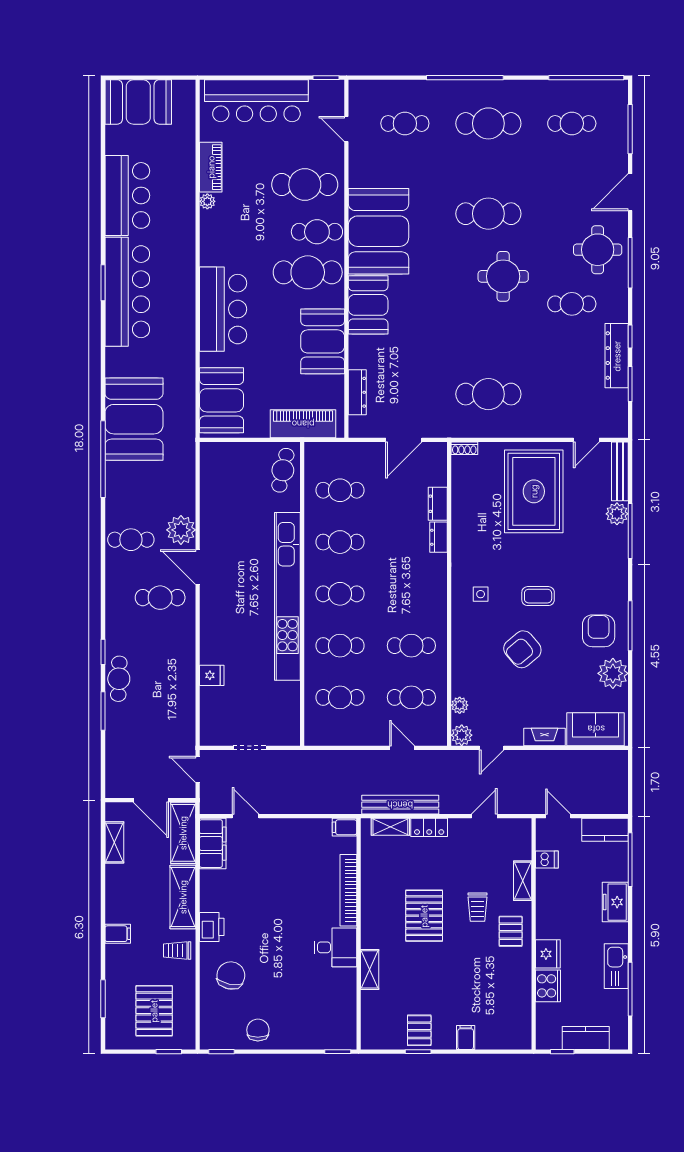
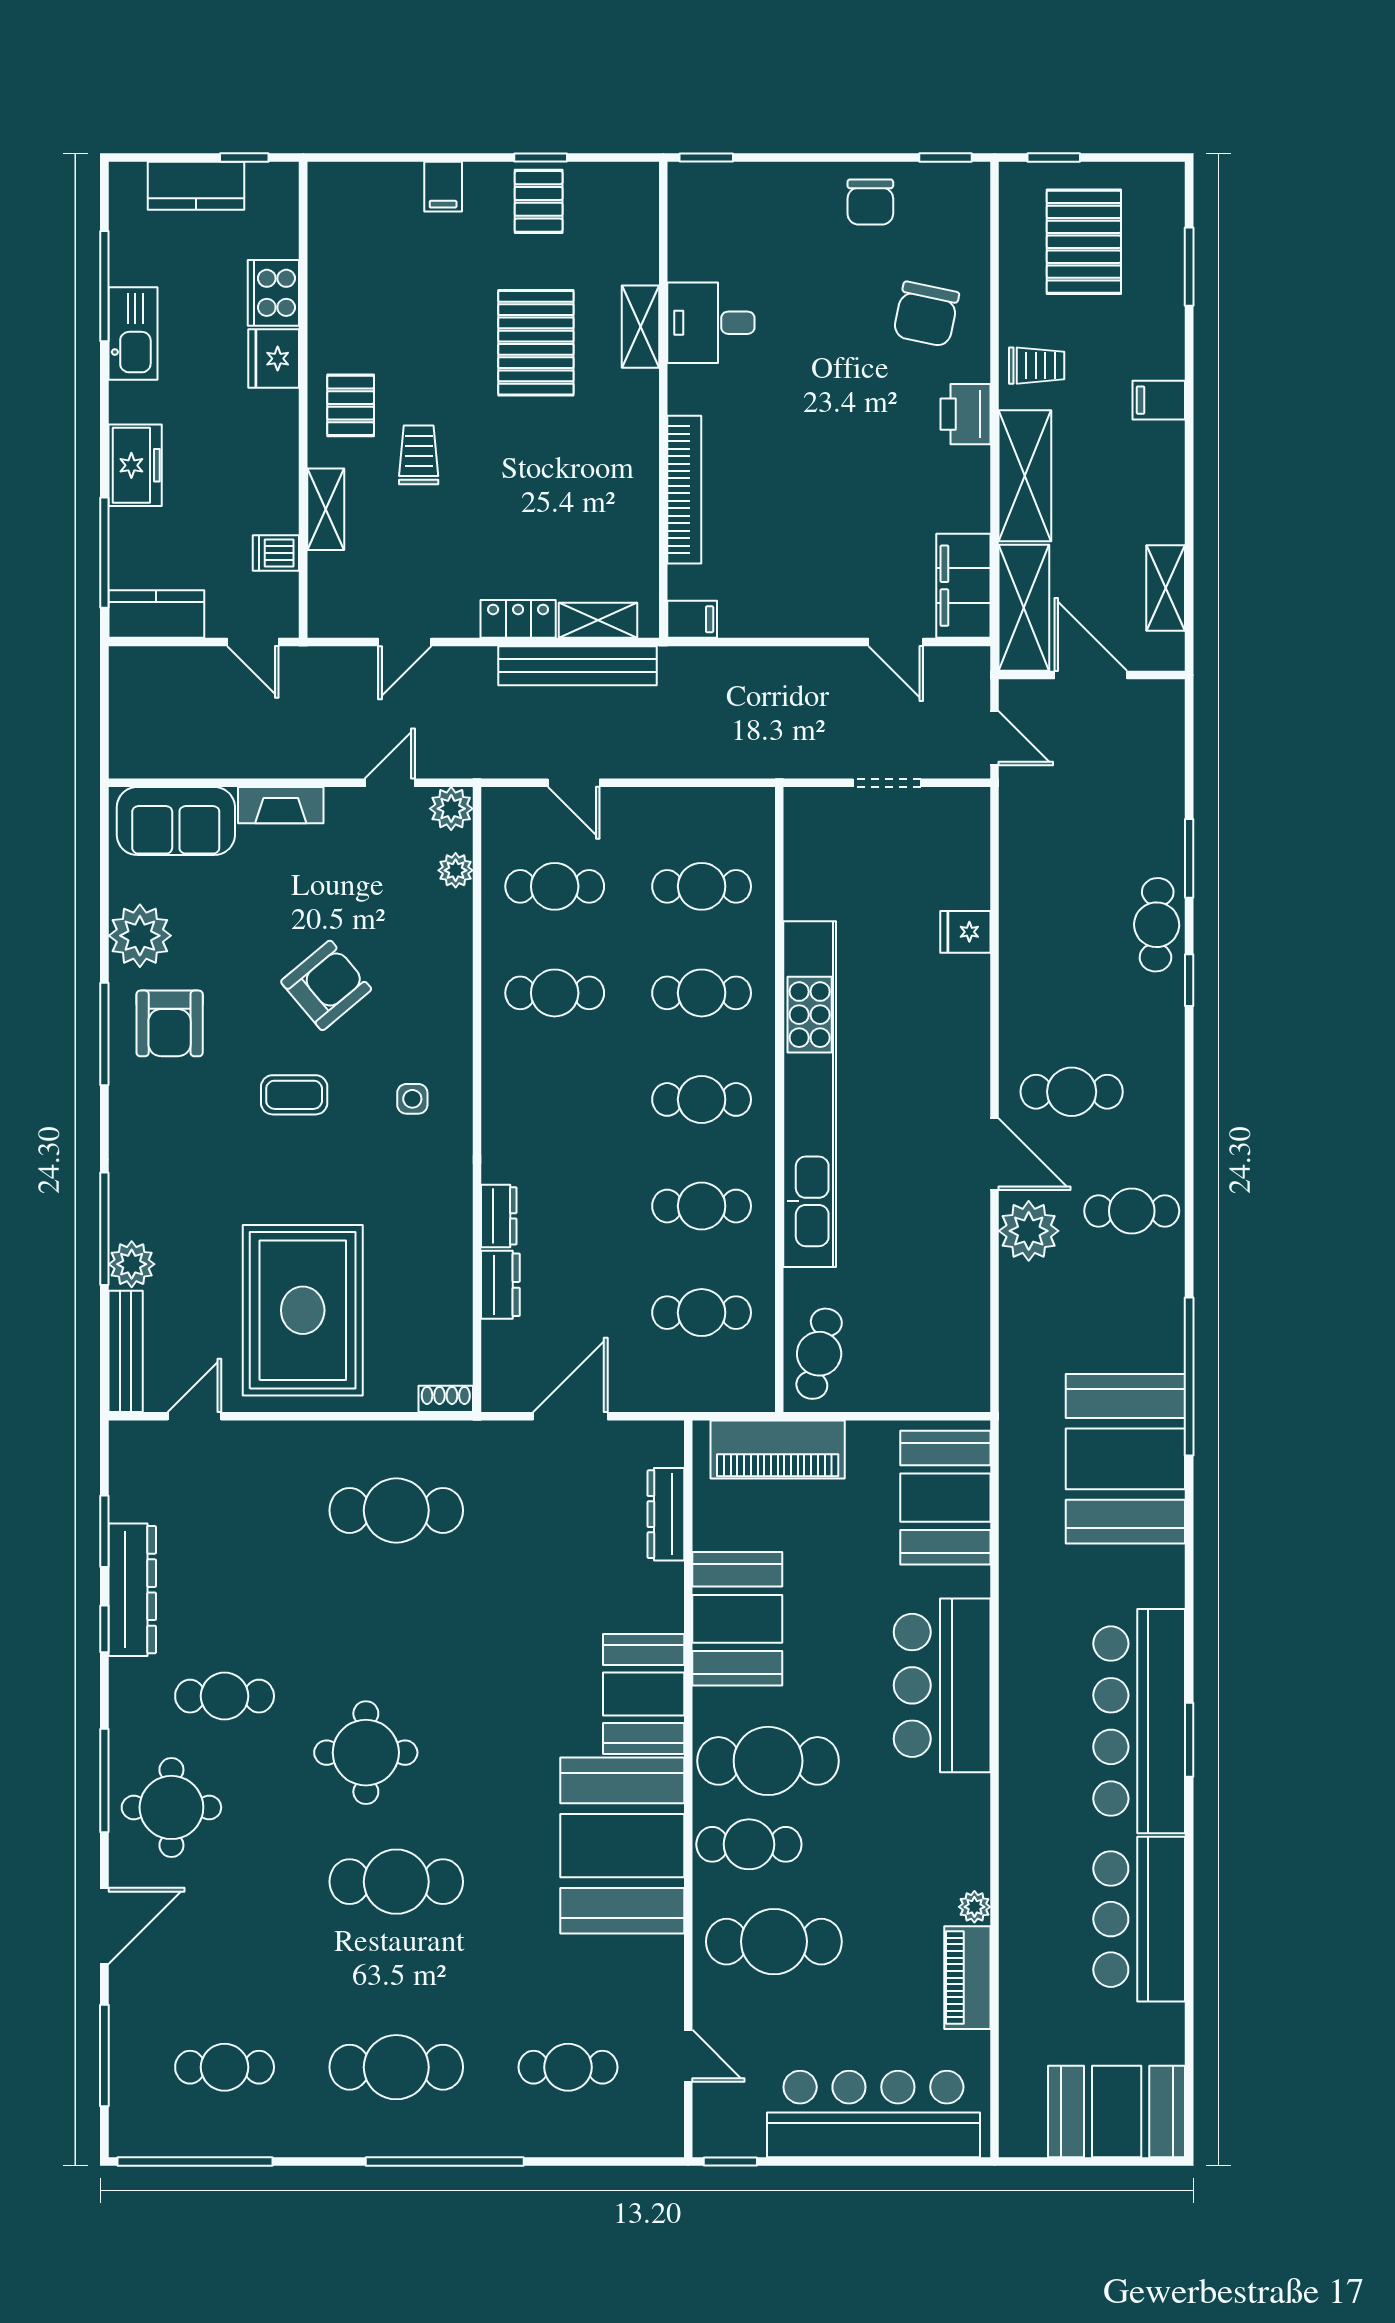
pallet: (424, 916) -> (536, 343), moved
desk: (335, 947) -> (711, 323), moved

